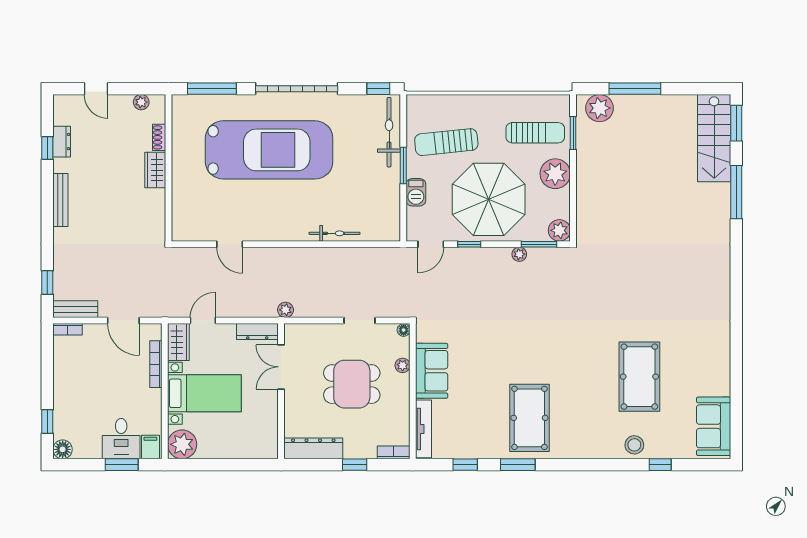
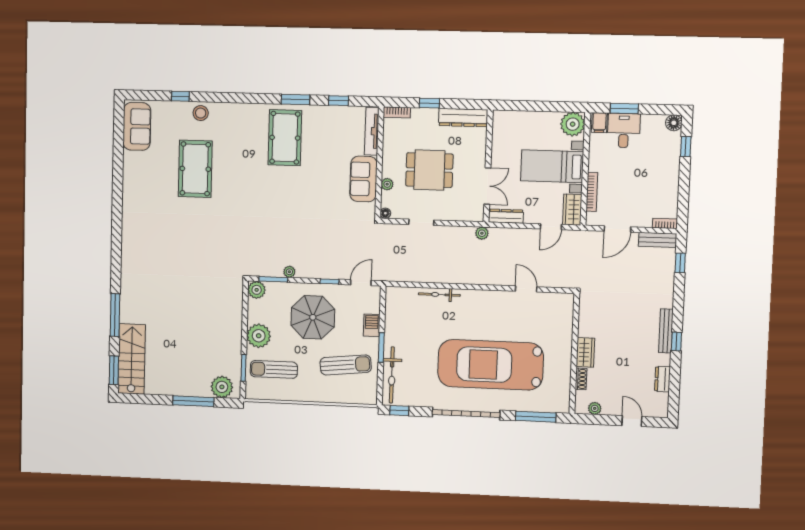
window: (47, 148) -> (676, 342), moved
parasol: (489, 199) -> (313, 317), width x0.73, depth x0.73
door: (123, 321) -> (617, 229), swing flipped

